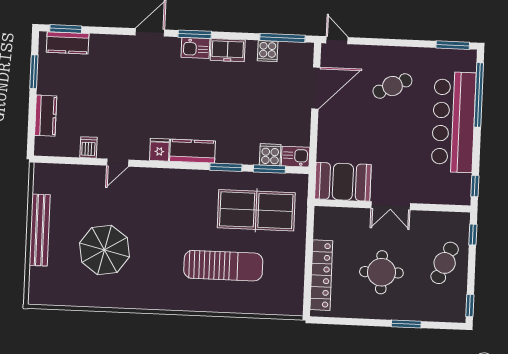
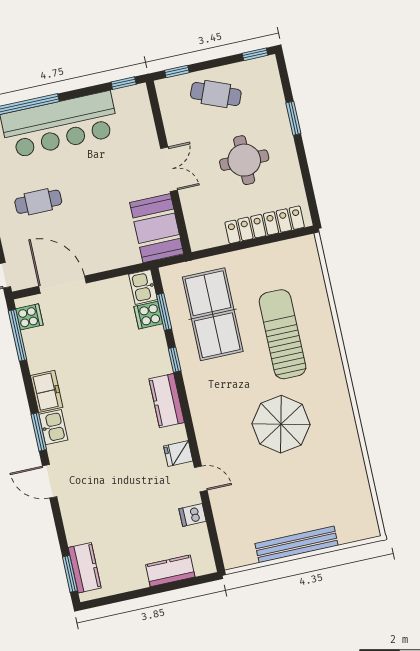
cooker: (268, 51) -> (29, 317), moved
window: (34, 72) -> (126, 596), removed
cafe table: (392, 86) -> (38, 202), turned -64
fridge: (159, 150) -> (178, 453), moved
window: (226, 167) -> (175, 360), width x0.67
parasol: (104, 250) -> (281, 424), moved

